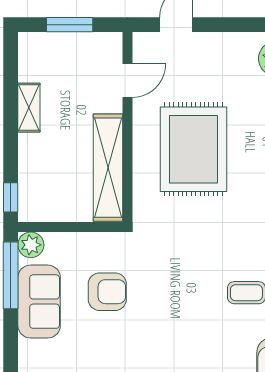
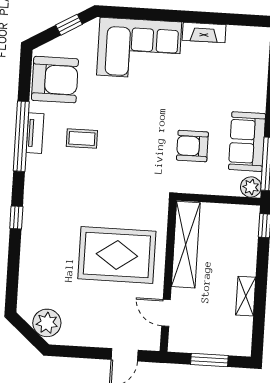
door: (128, 81) -> (166, 313), hinge flipped
rug: (194, 149) -> (117, 255), turned 90

